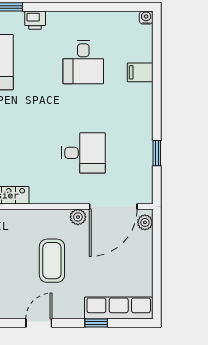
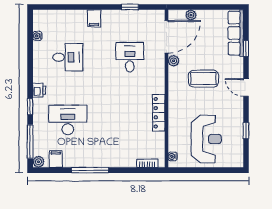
water cooler: (146, 18) -> (37, 36), moved
filing cabinet: (140, 72) -> (94, 18), moved
door: (113, 207) -> (166, 37), hinge flipped
plant: (145, 222) -> (191, 15), moved

